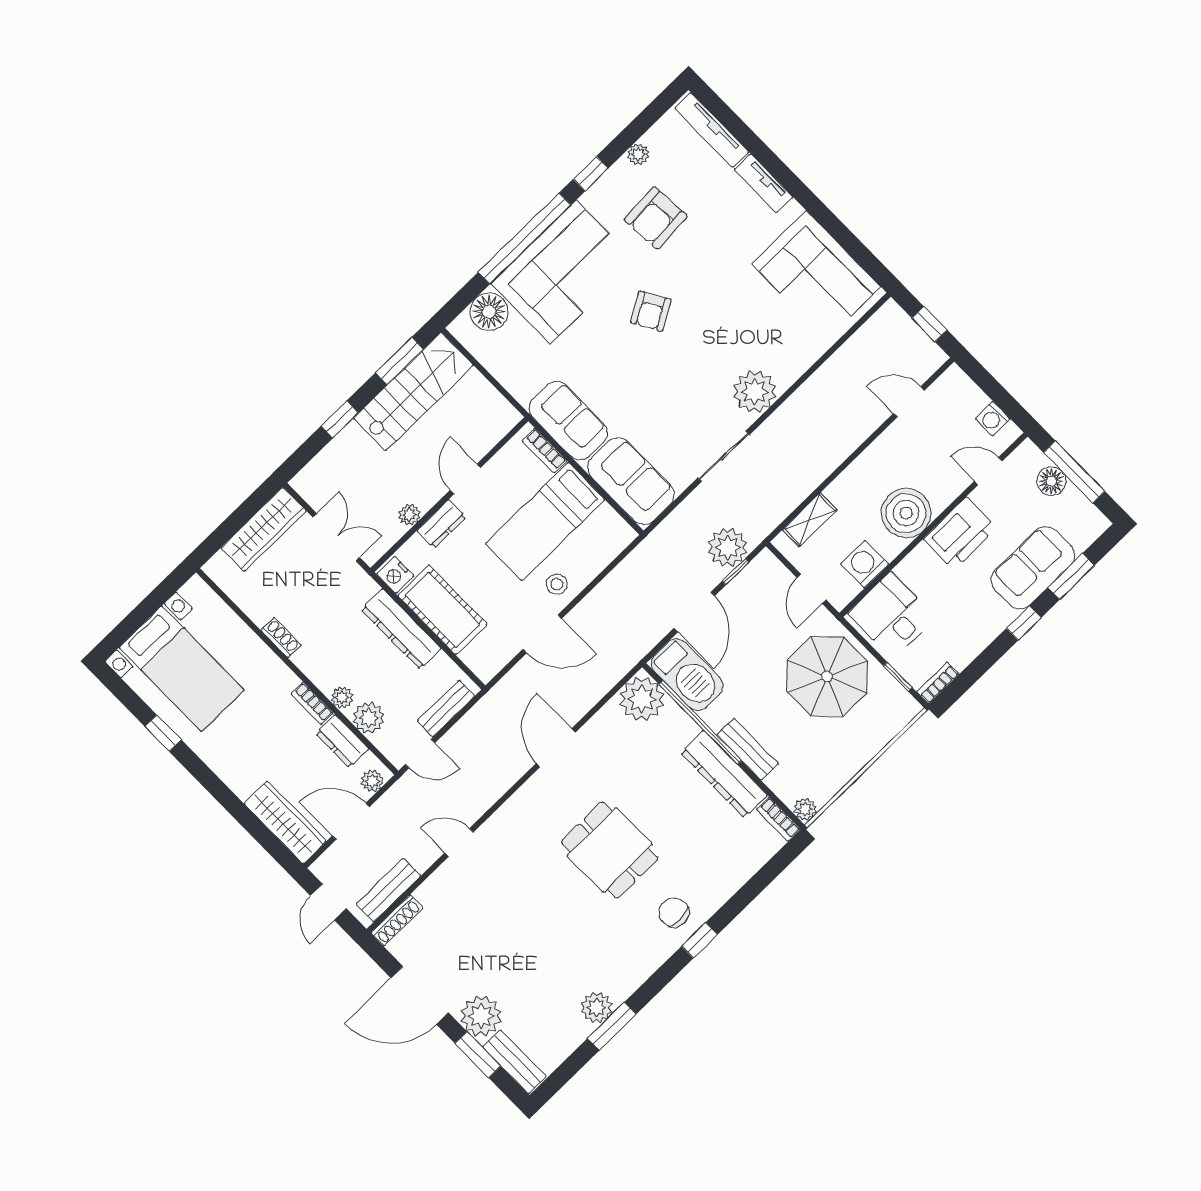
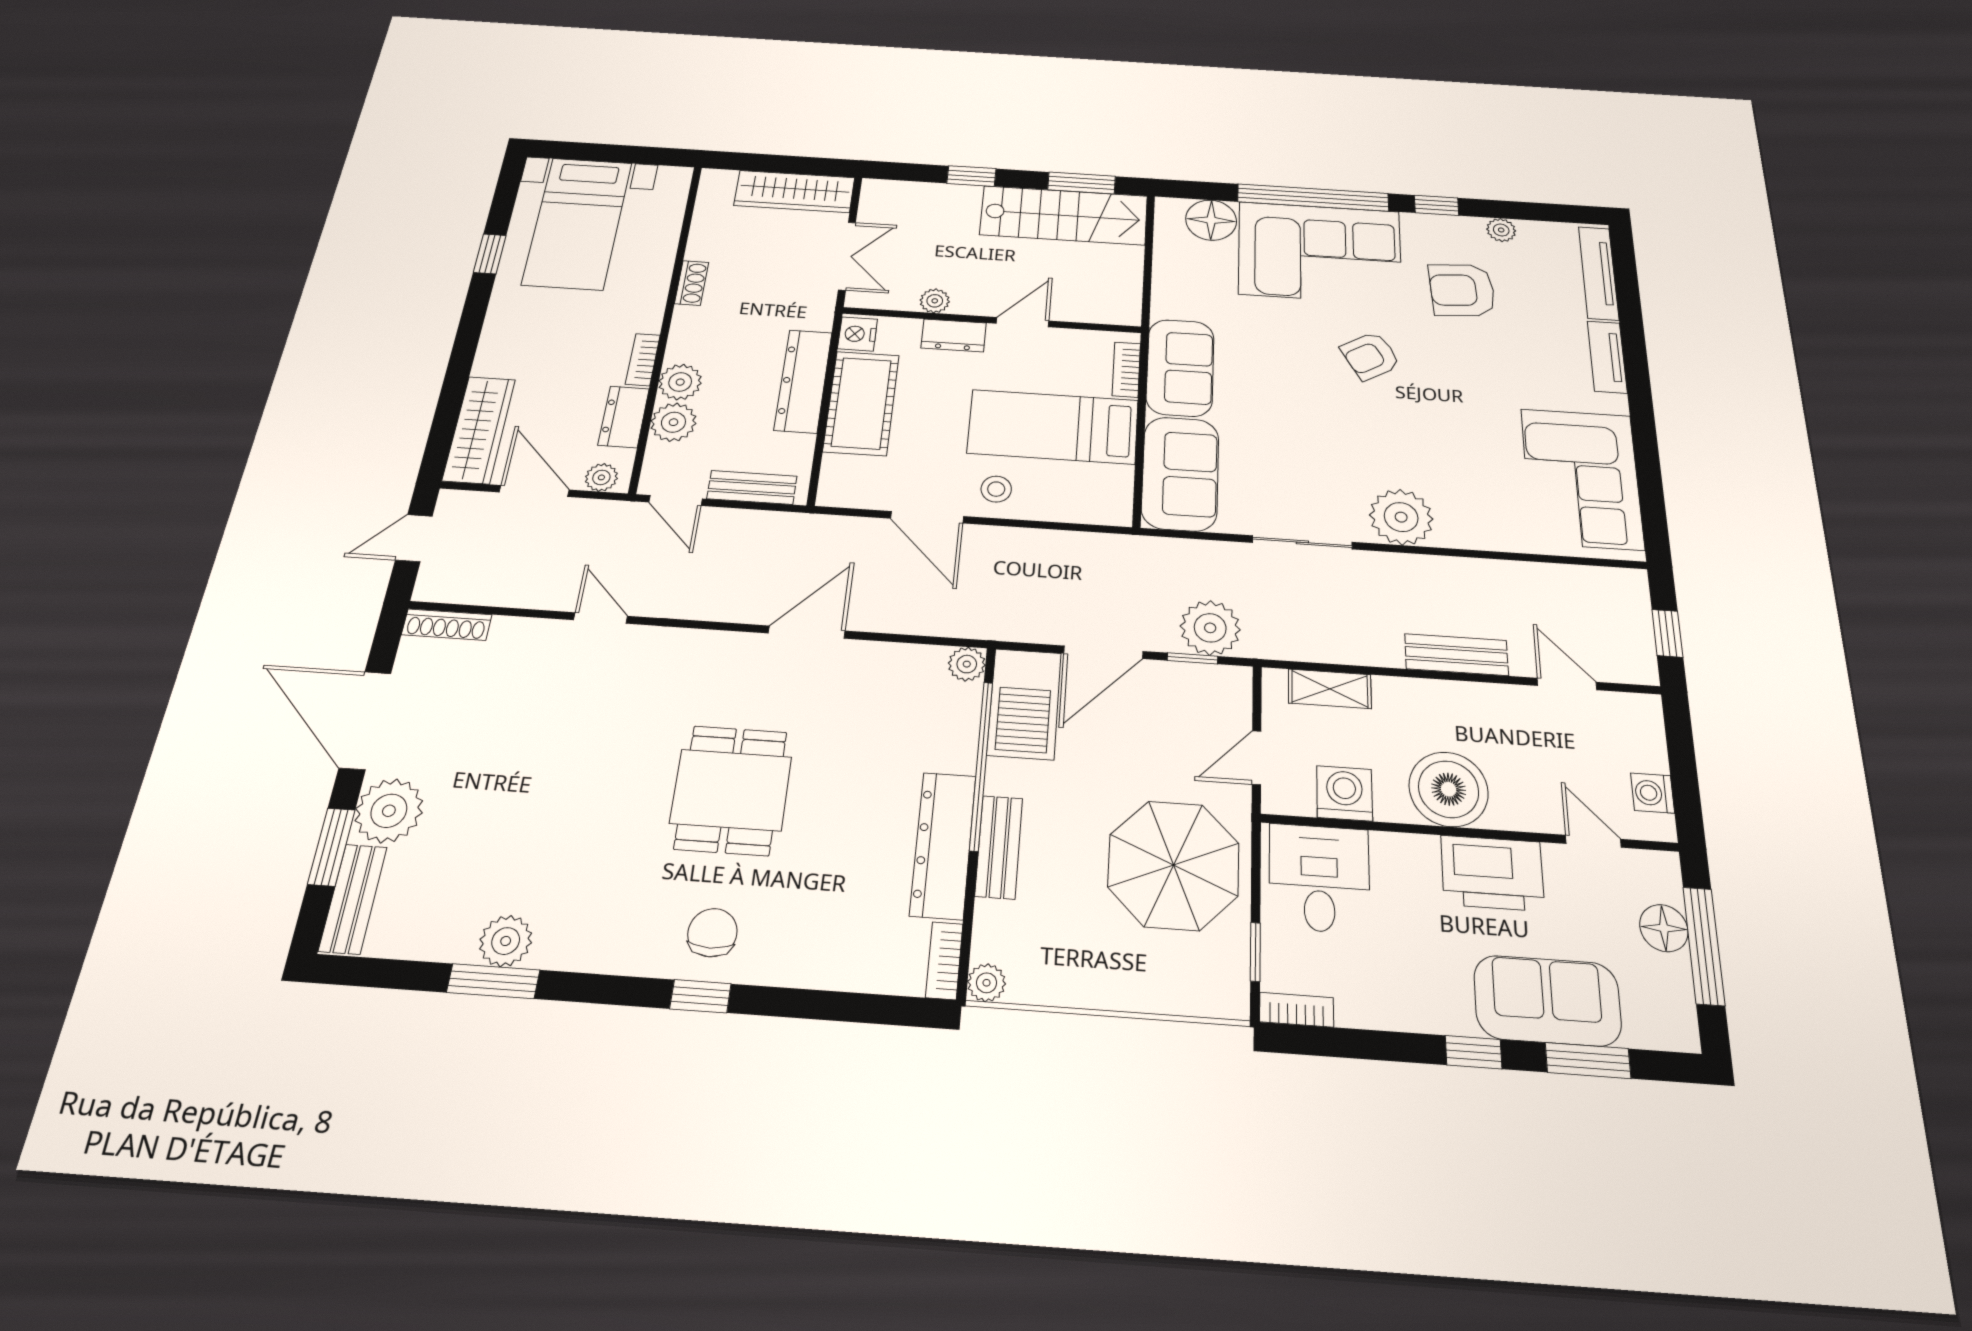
plant: (342, 698) -> (680, 382), width x1.38, depth x1.38
plant: (642, 699) -> (967, 664), width x0.53, depth x0.53
bench: (388, 890) -> (1456, 655), moved

